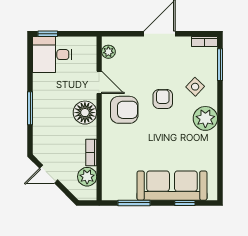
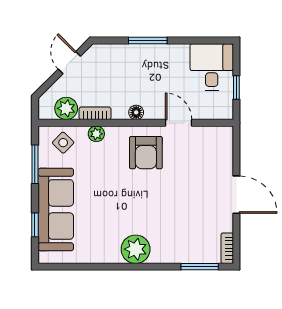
window: (48, 34) -> (236, 87), moved
plant: (108, 52) -> (96, 134), moved
door: (99, 82) -> (179, 123), swing flipped
side table: (195, 87) -> (63, 143), moved
armchair: (163, 99) -> (159, 199), removed
floor lamp: (85, 113) -> (136, 112), width x0.53, depth x0.53

